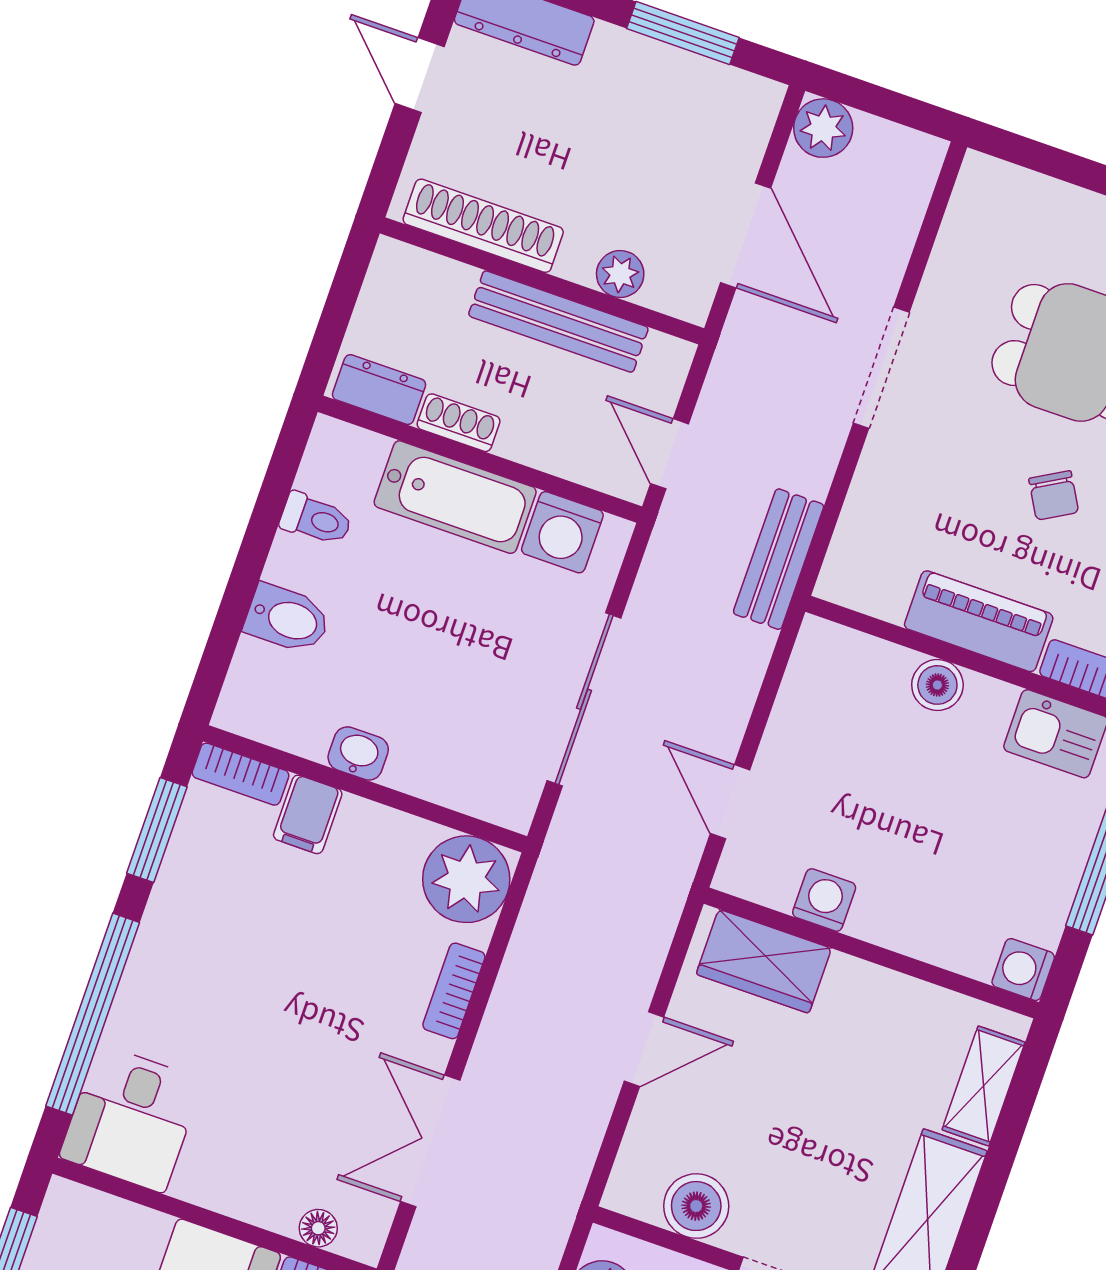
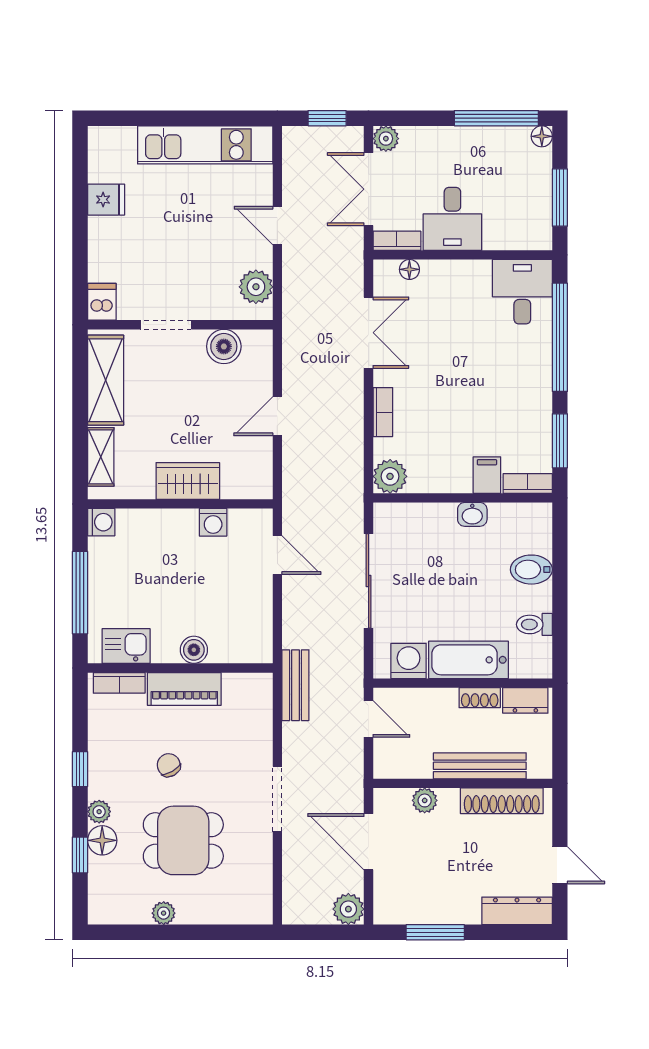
bench: (558, 322) -> (480, 766), moved
plant: (466, 879) -> (390, 476), width x0.73, depth x0.73
wardrobe: (764, 961) -> (188, 481), moved

